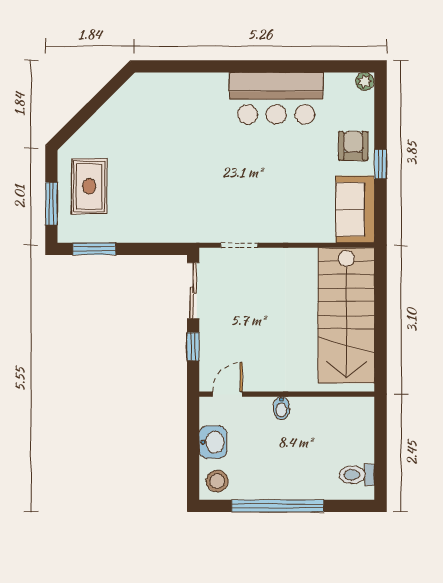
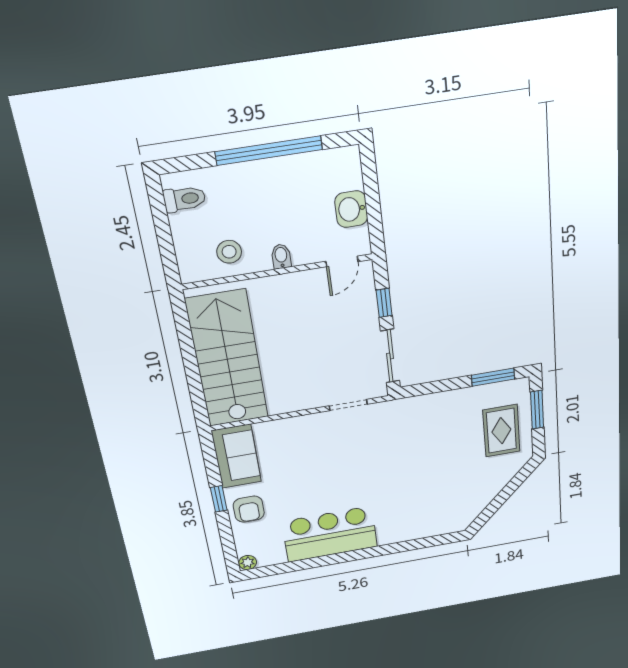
stool: (217, 481) -> (229, 252), moved

